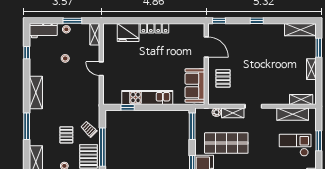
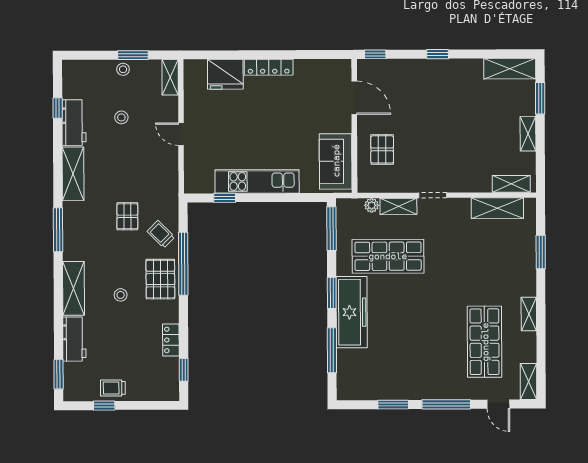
workbench: (43, 31) -> (74, 123), moved, turned -90
pallet: (66, 135) -> (127, 216), moved
checkout: (295, 145) -> (502, 259), removed

